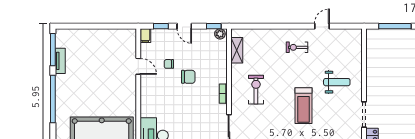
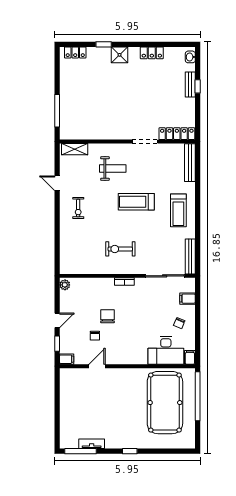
window: (214, 26) -> (57, 291), removed
shelving: (237, 50) -> (75, 149), moved
weight bench: (337, 82) -> (113, 169), turned 90
window: (53, 99) -> (130, 451), width x0.32
treadmill: (303, 106) -> (136, 202), turned 180

